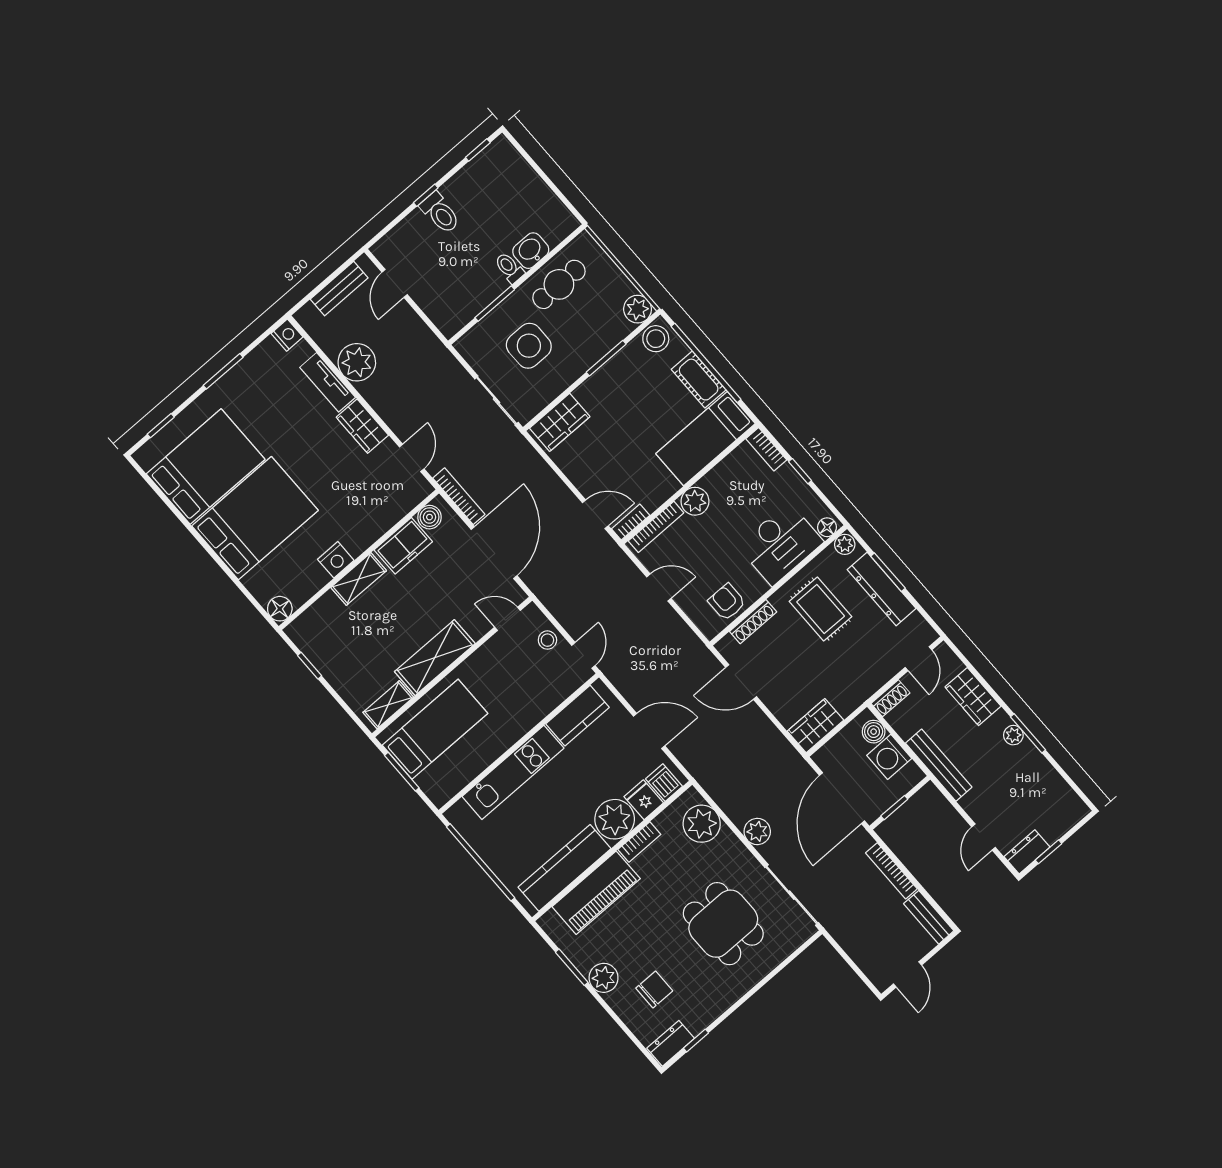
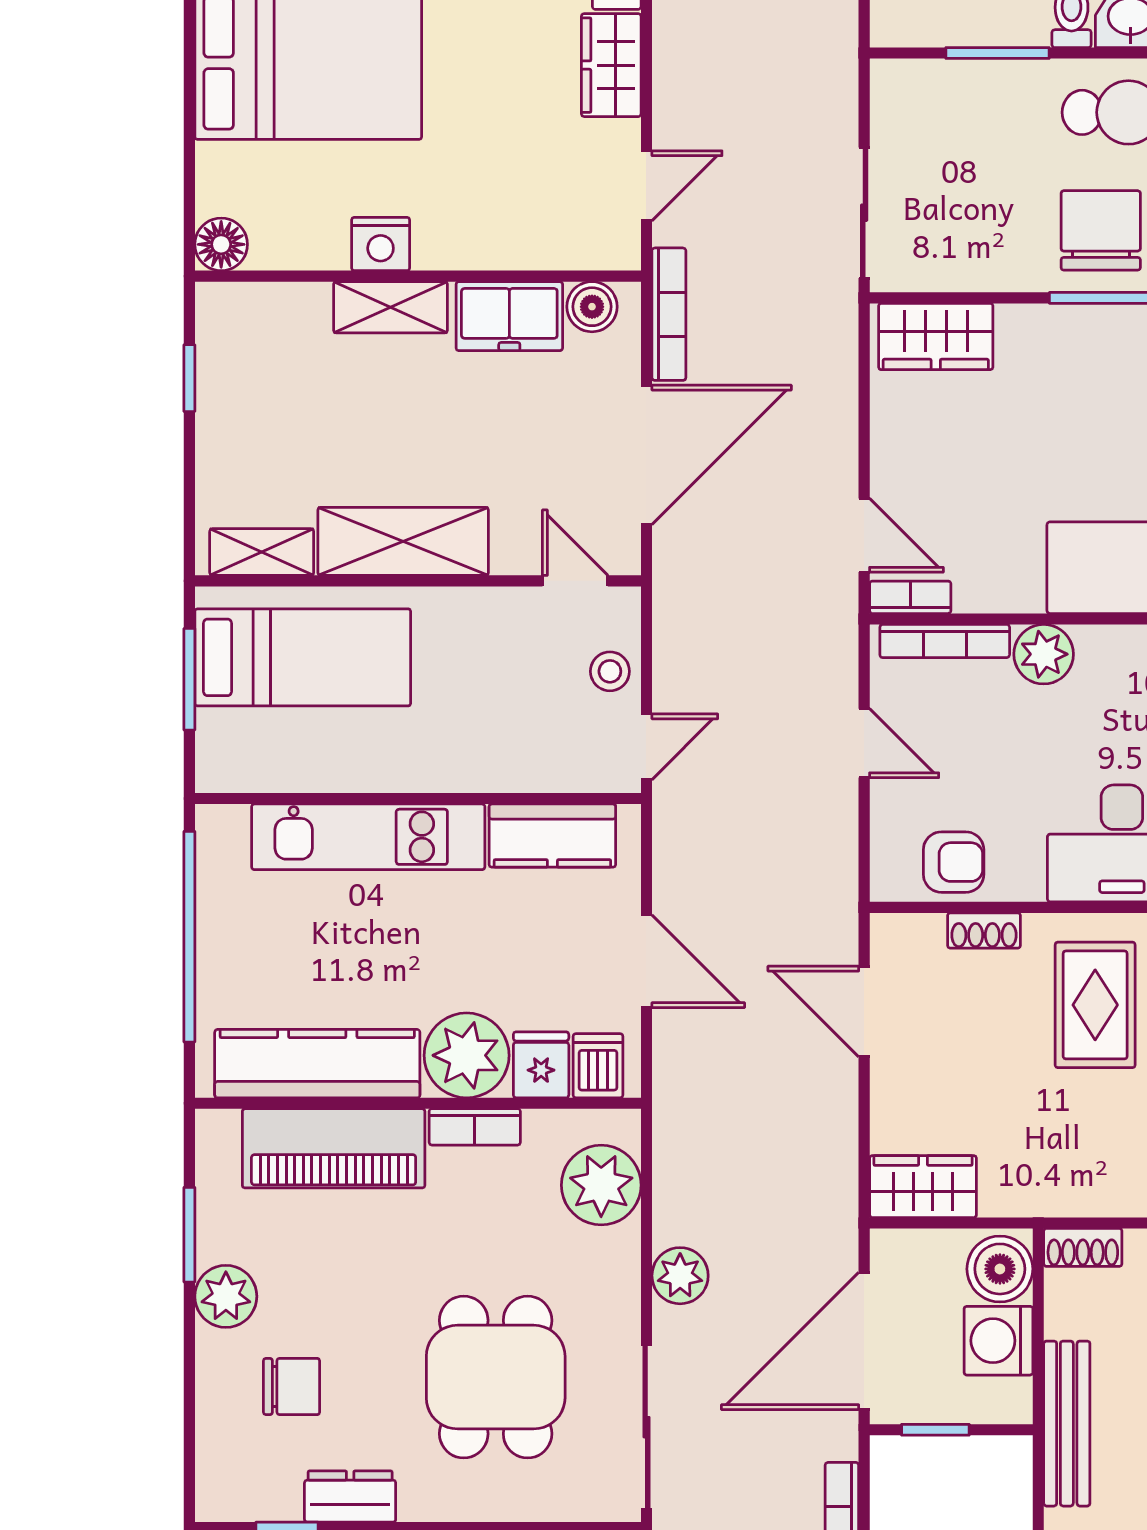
chair: (585, 334) -> (1101, 230), added
side table: (529, 346) -> (994, 169), removed
armchair: (727, 602) -> (954, 862), turned 90
shoe rack: (753, 622) -> (984, 930), width x0.70
boiler: (874, 732) -> (1000, 1269), width x1.36, depth x1.36
dresser: (671, 1043) -> (350, 1497), moved

